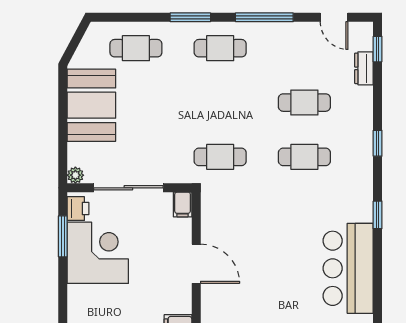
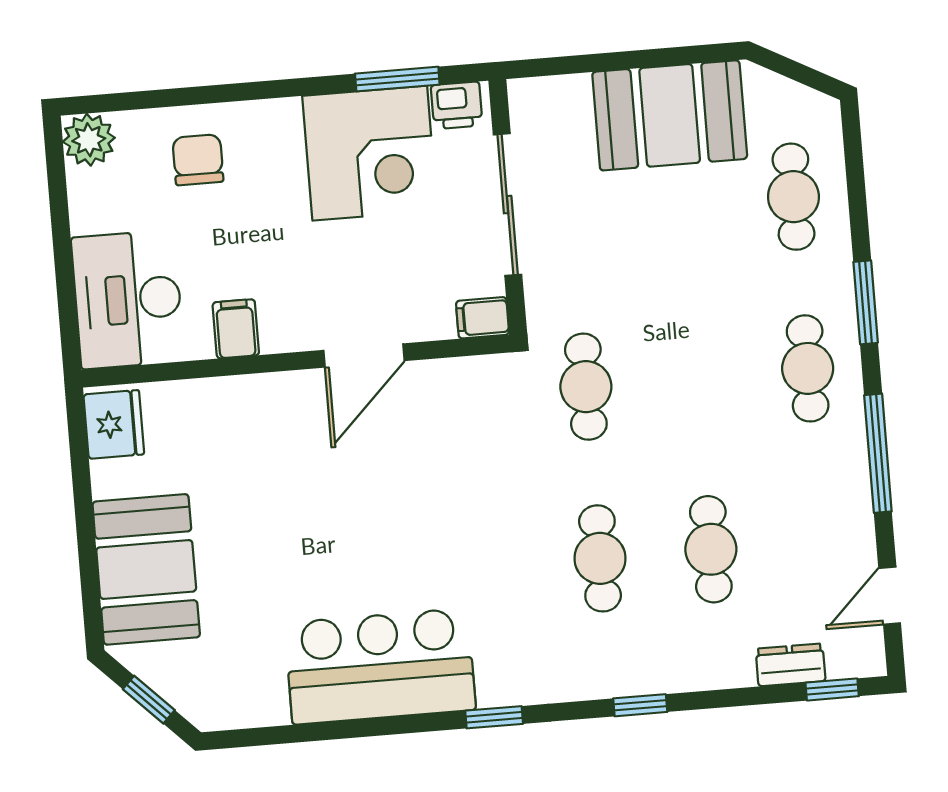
plant: (75, 175) -> (524, 95), removed

